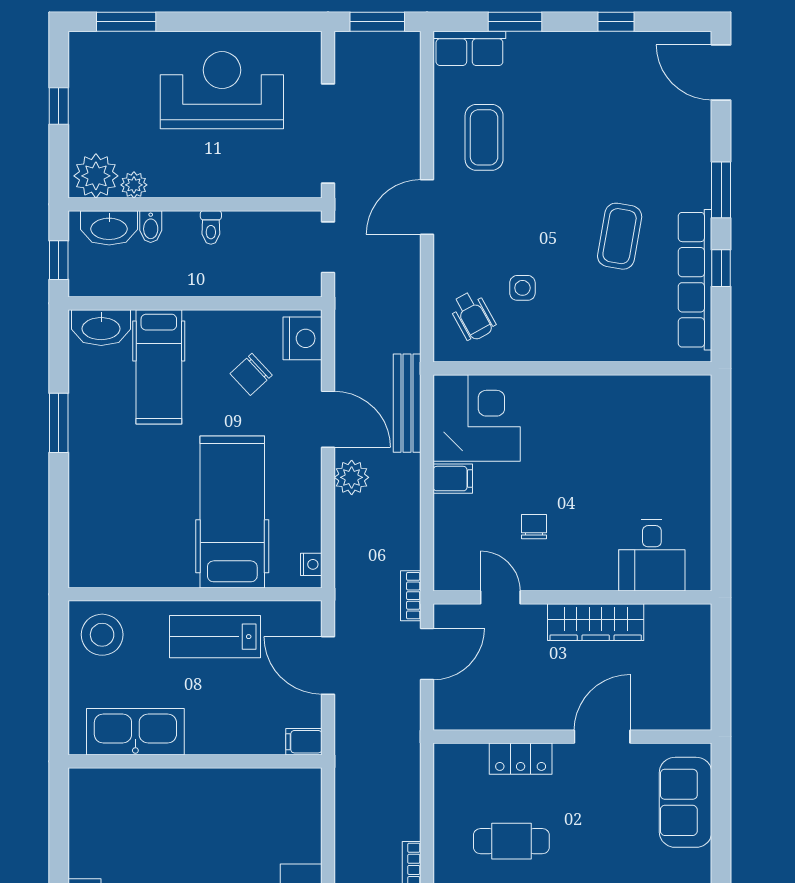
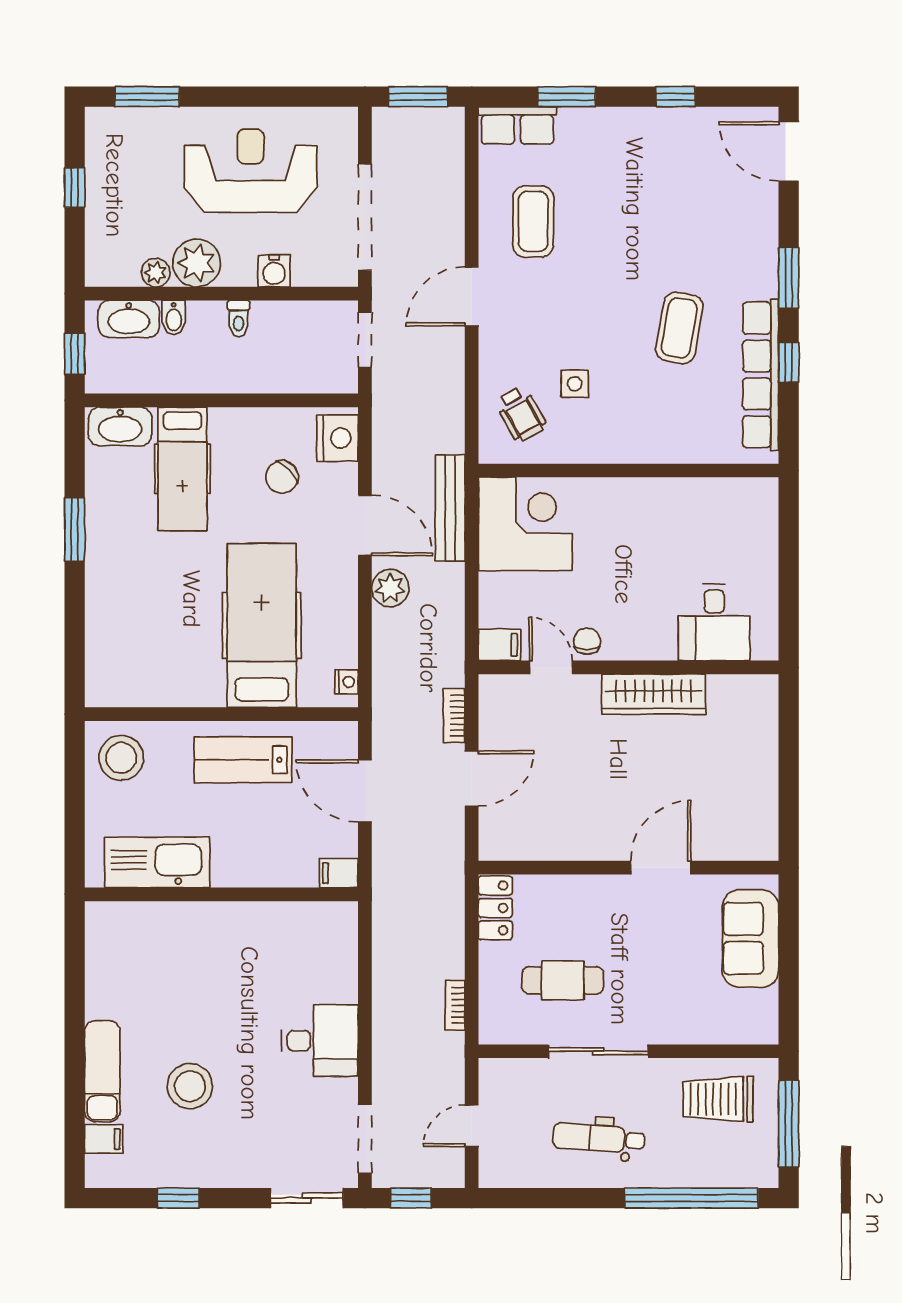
plant: (96, 176) -> (197, 263), moved
water cooler: (244, 183) -> (274, 271), added
filing cabinet: (453, 479) -> (499, 645), moved
desk: (652, 555) -> (714, 622), moved
door: (500, 597) -> (551, 667), moved
wall: (572, 597) -> (629, 667), moved
wardrobe: (596, 622) -> (654, 694), moved
locker: (521, 759) -> (495, 908), moved, turned -90

